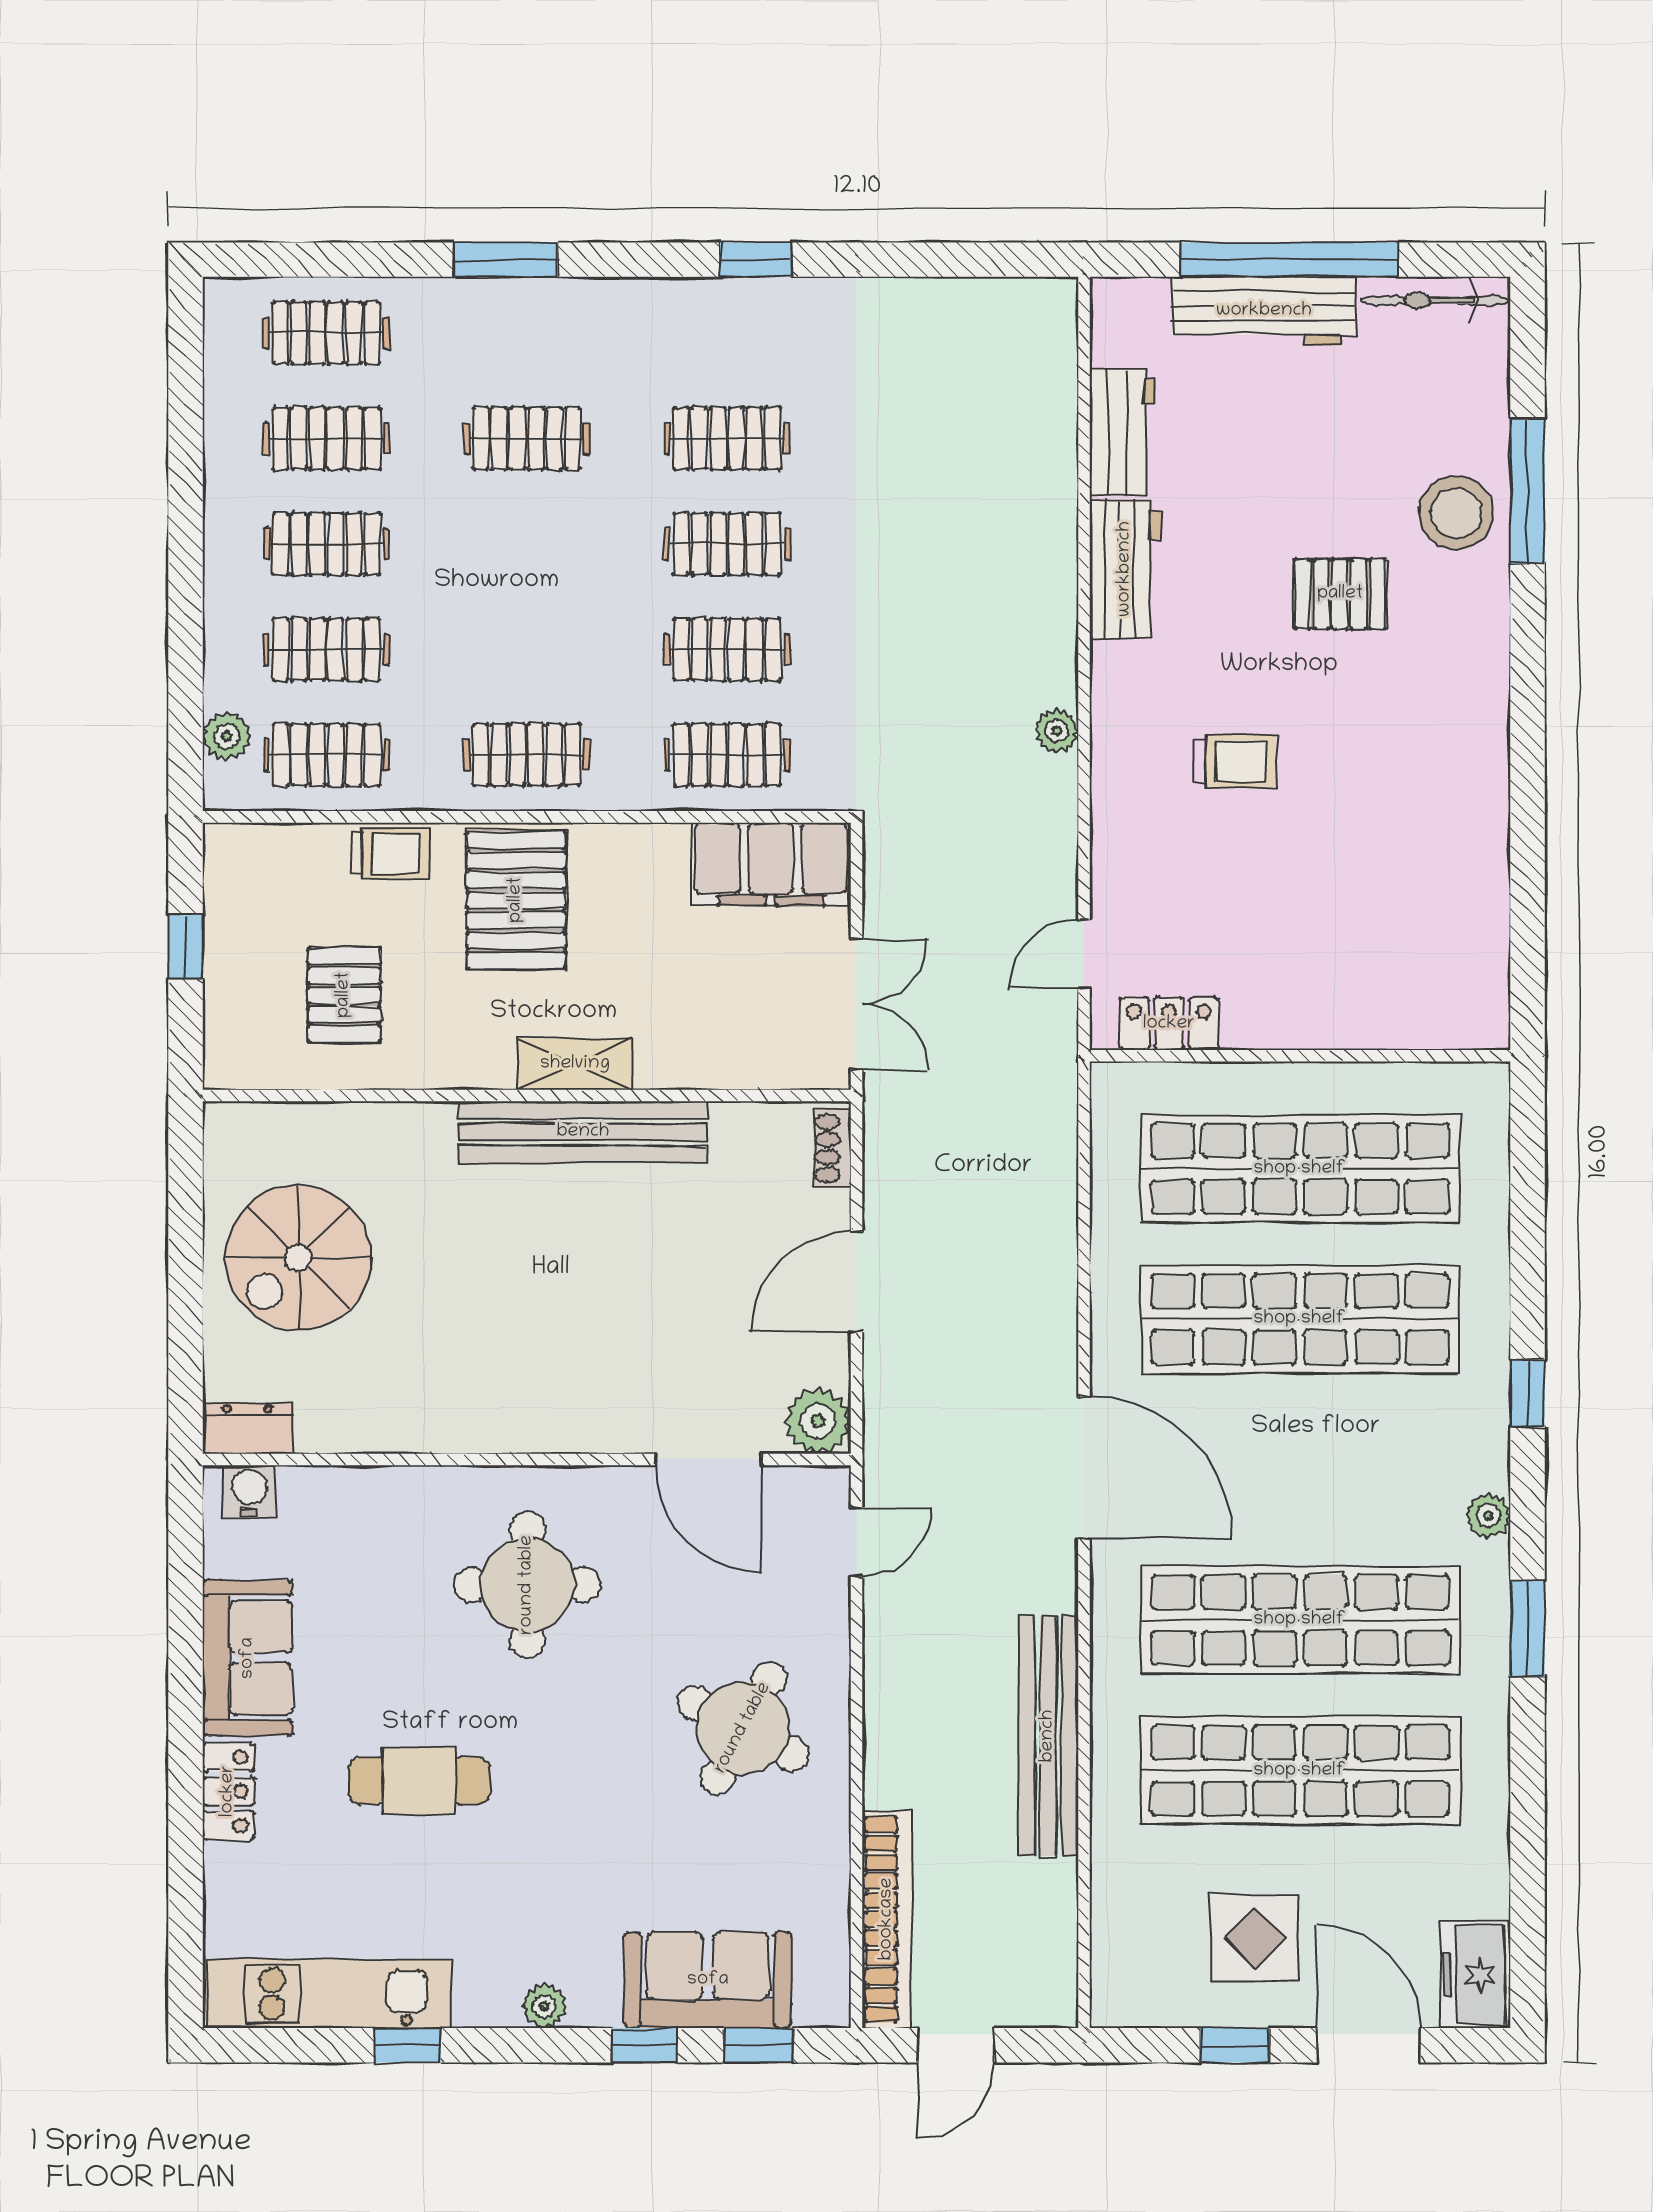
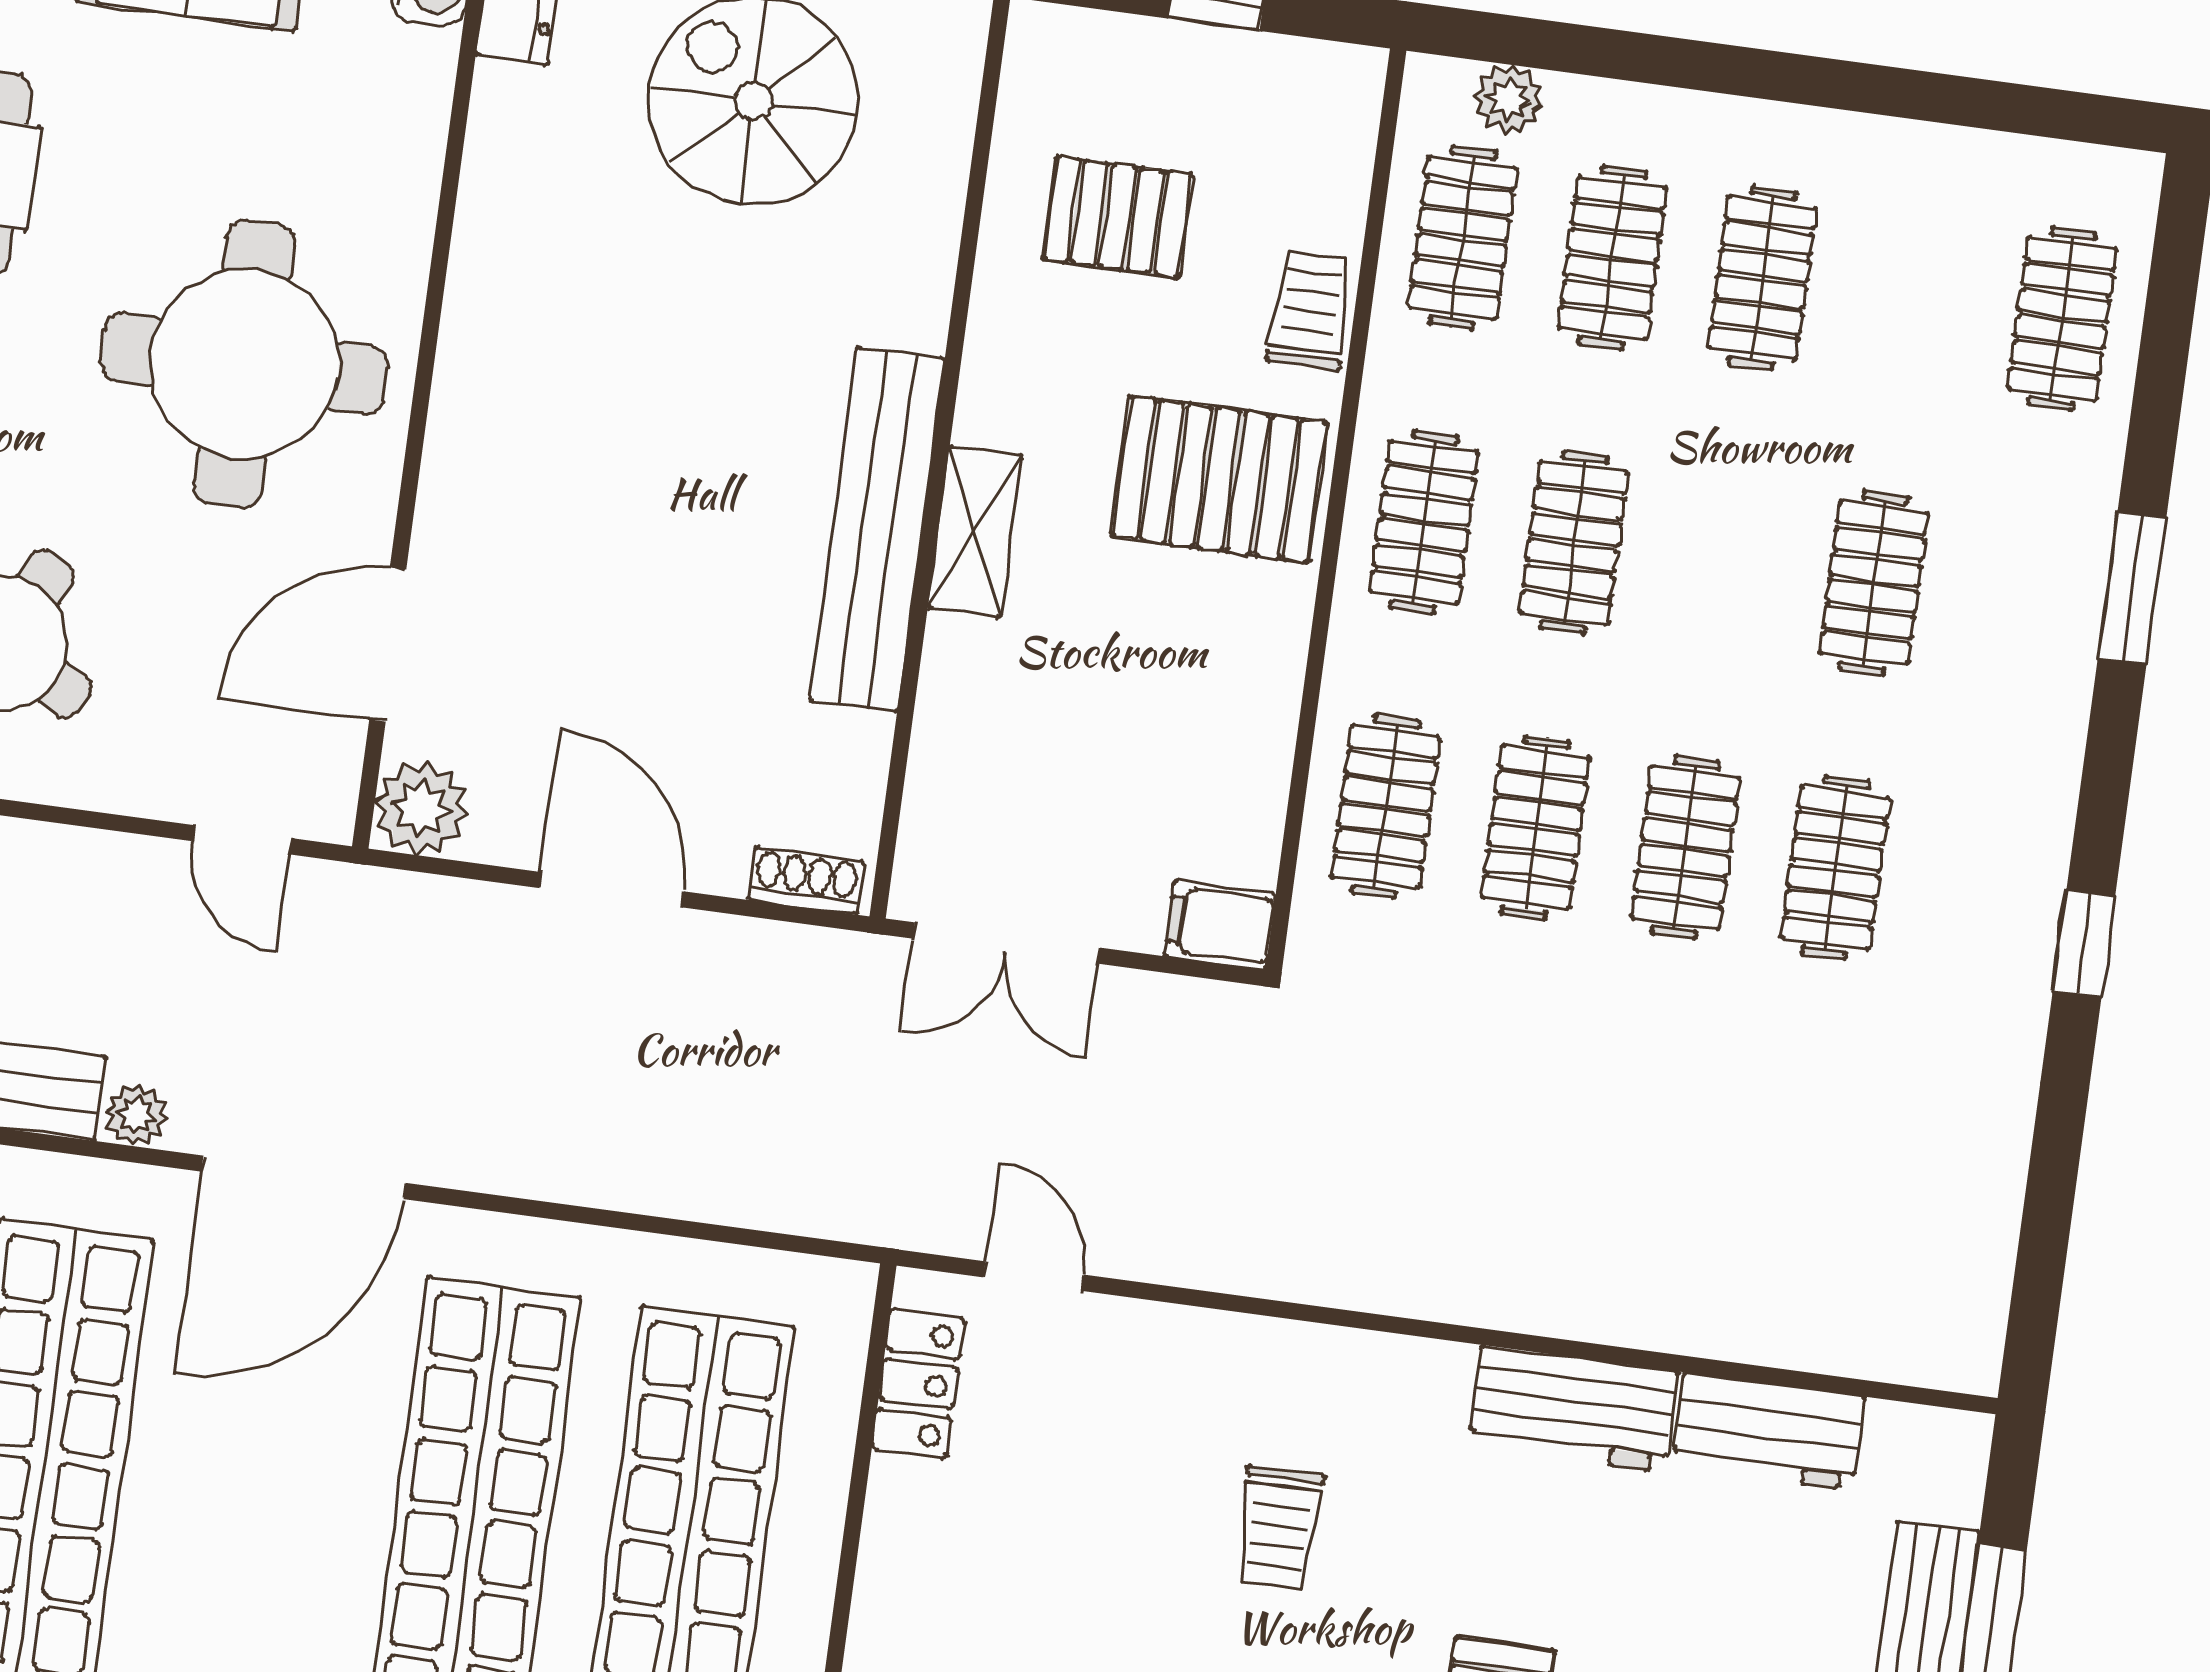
clothes rail: (326, 438) -> (1574, 542), moved
plant: (1057, 731) -> (136, 1115), moved
trolley: (390, 853) -> (1310, 310), turned 180
filing cabinet: (771, 864) -> (1220, 925), width x0.33, depth x0.86
round table: (527, 1585) -> (244, 364), width x1.36, depth x1.36

